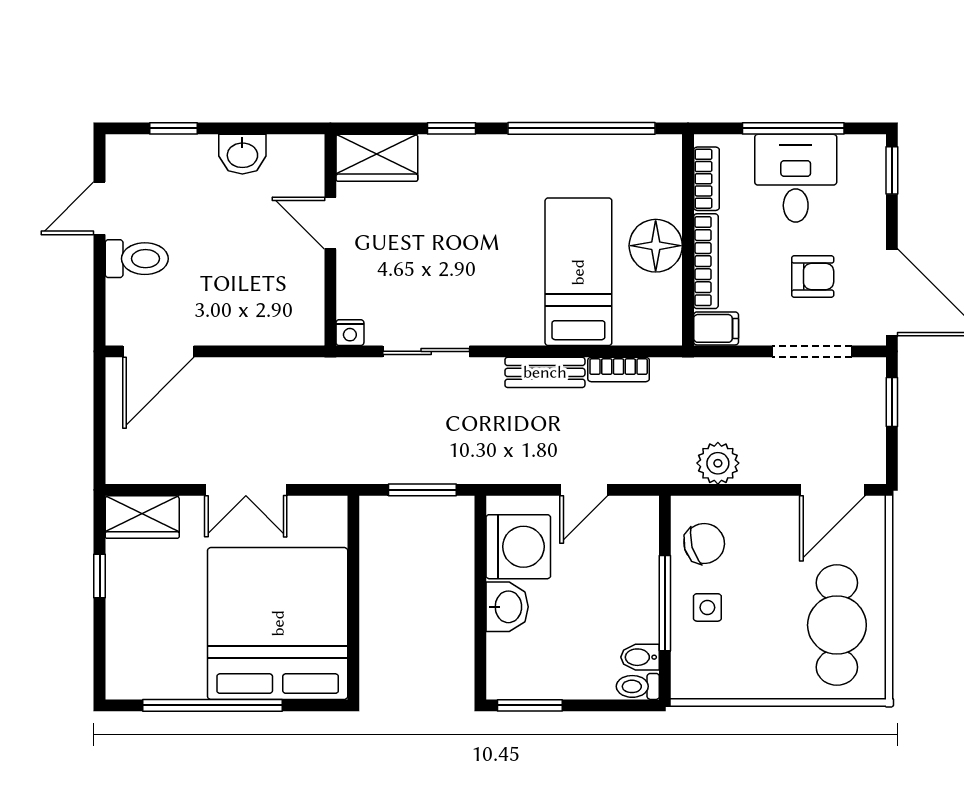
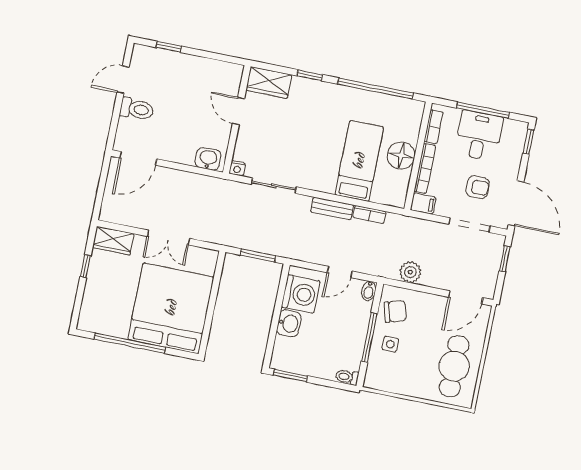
washbasin: (242, 154) -> (208, 159), moved, turned 180
bidet: (640, 657) -> (369, 291), moved, turned -90

